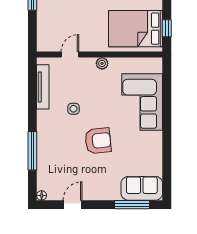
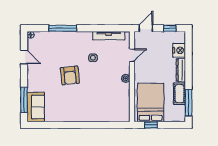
door: (32, 35) -> (146, 28), added
door: (70, 55) -> (132, 55), hinge flipped
corner sofa: (142, 102) -> (98, 107), removed

